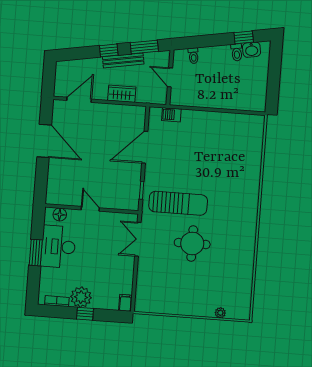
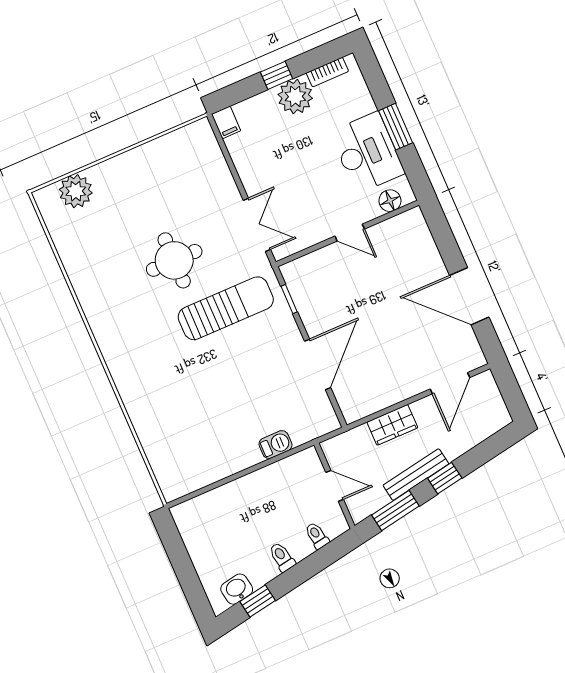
toilet: (237, 52) -> (282, 557), moved
barbecue: (171, 115) -> (275, 445), moved
sun lounger: (178, 203) -> (226, 308), turned 180
plant: (220, 313) -> (76, 191), width x1.88, depth x1.88

